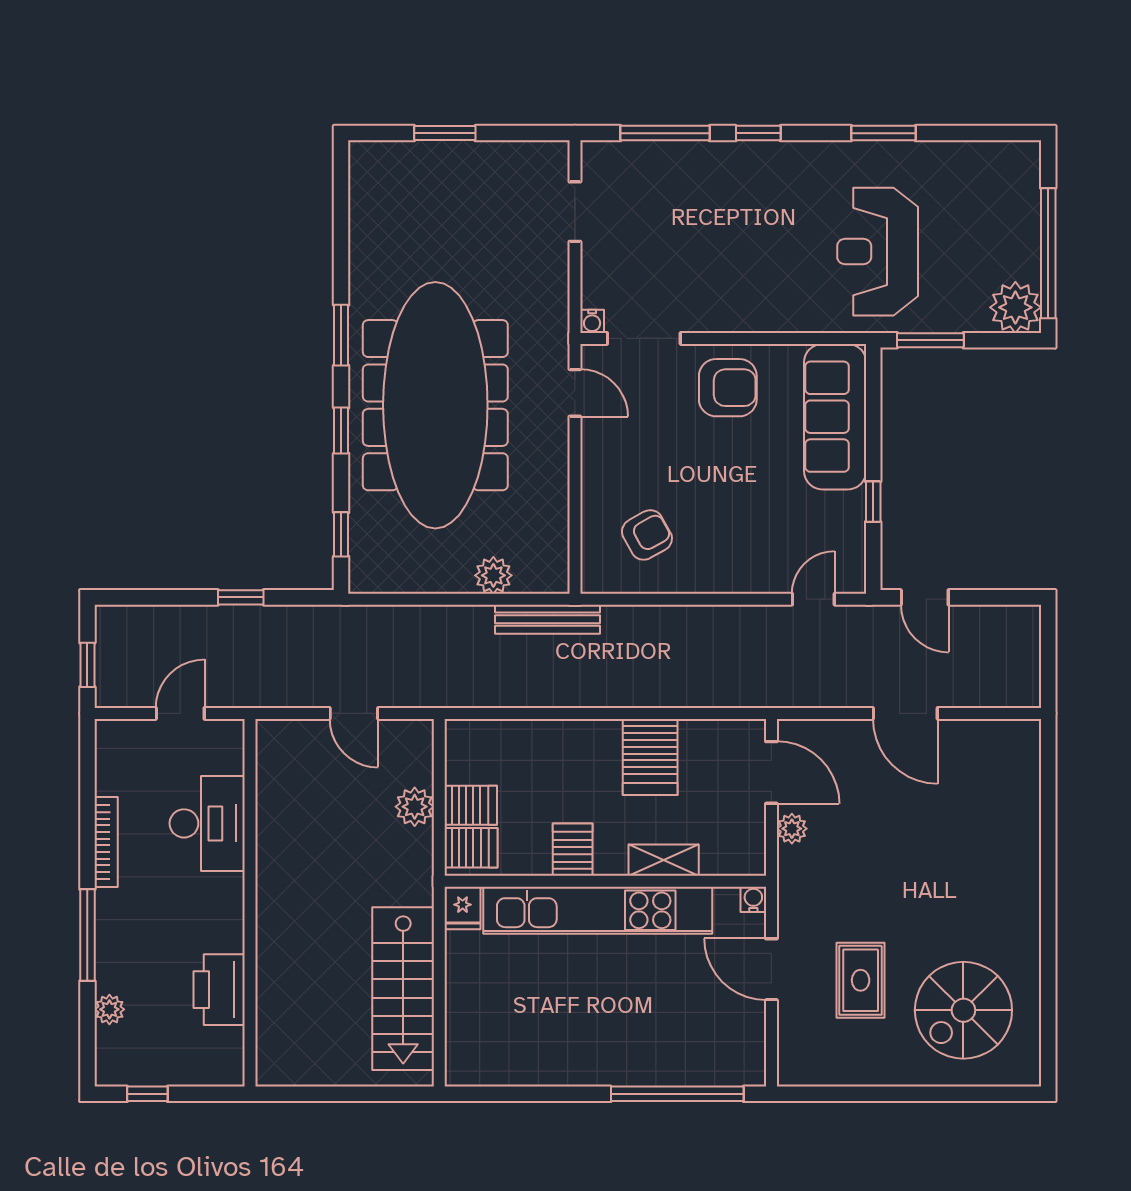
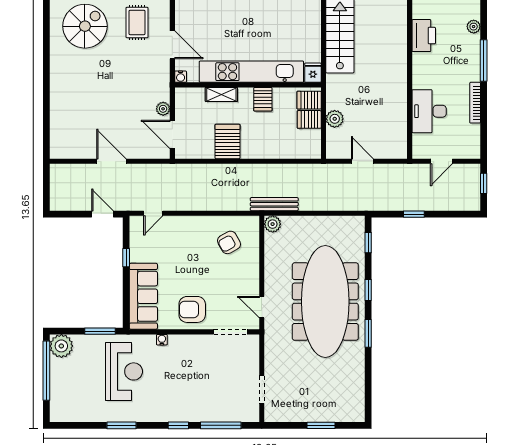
water cooler: (592, 321) -> (162, 340), moved
plant: (493, 575) -> (273, 224), moved
rug: (861, 980) -> (137, 22), moved

